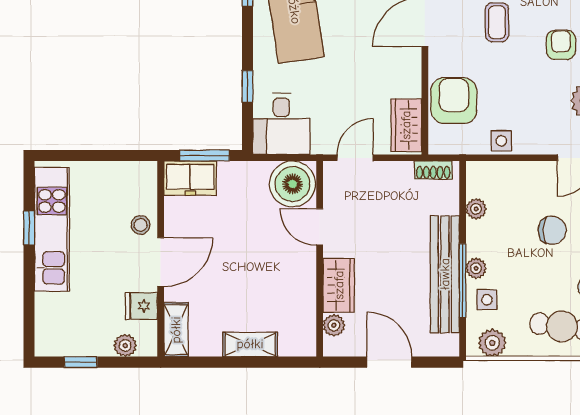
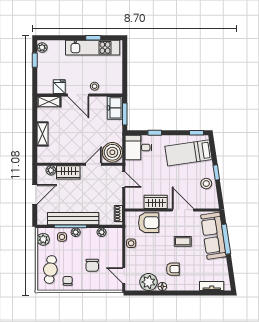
wardrobe: (406, 125) -> (156, 202), moved
plant: (125, 345) -> (42, 47), moved

